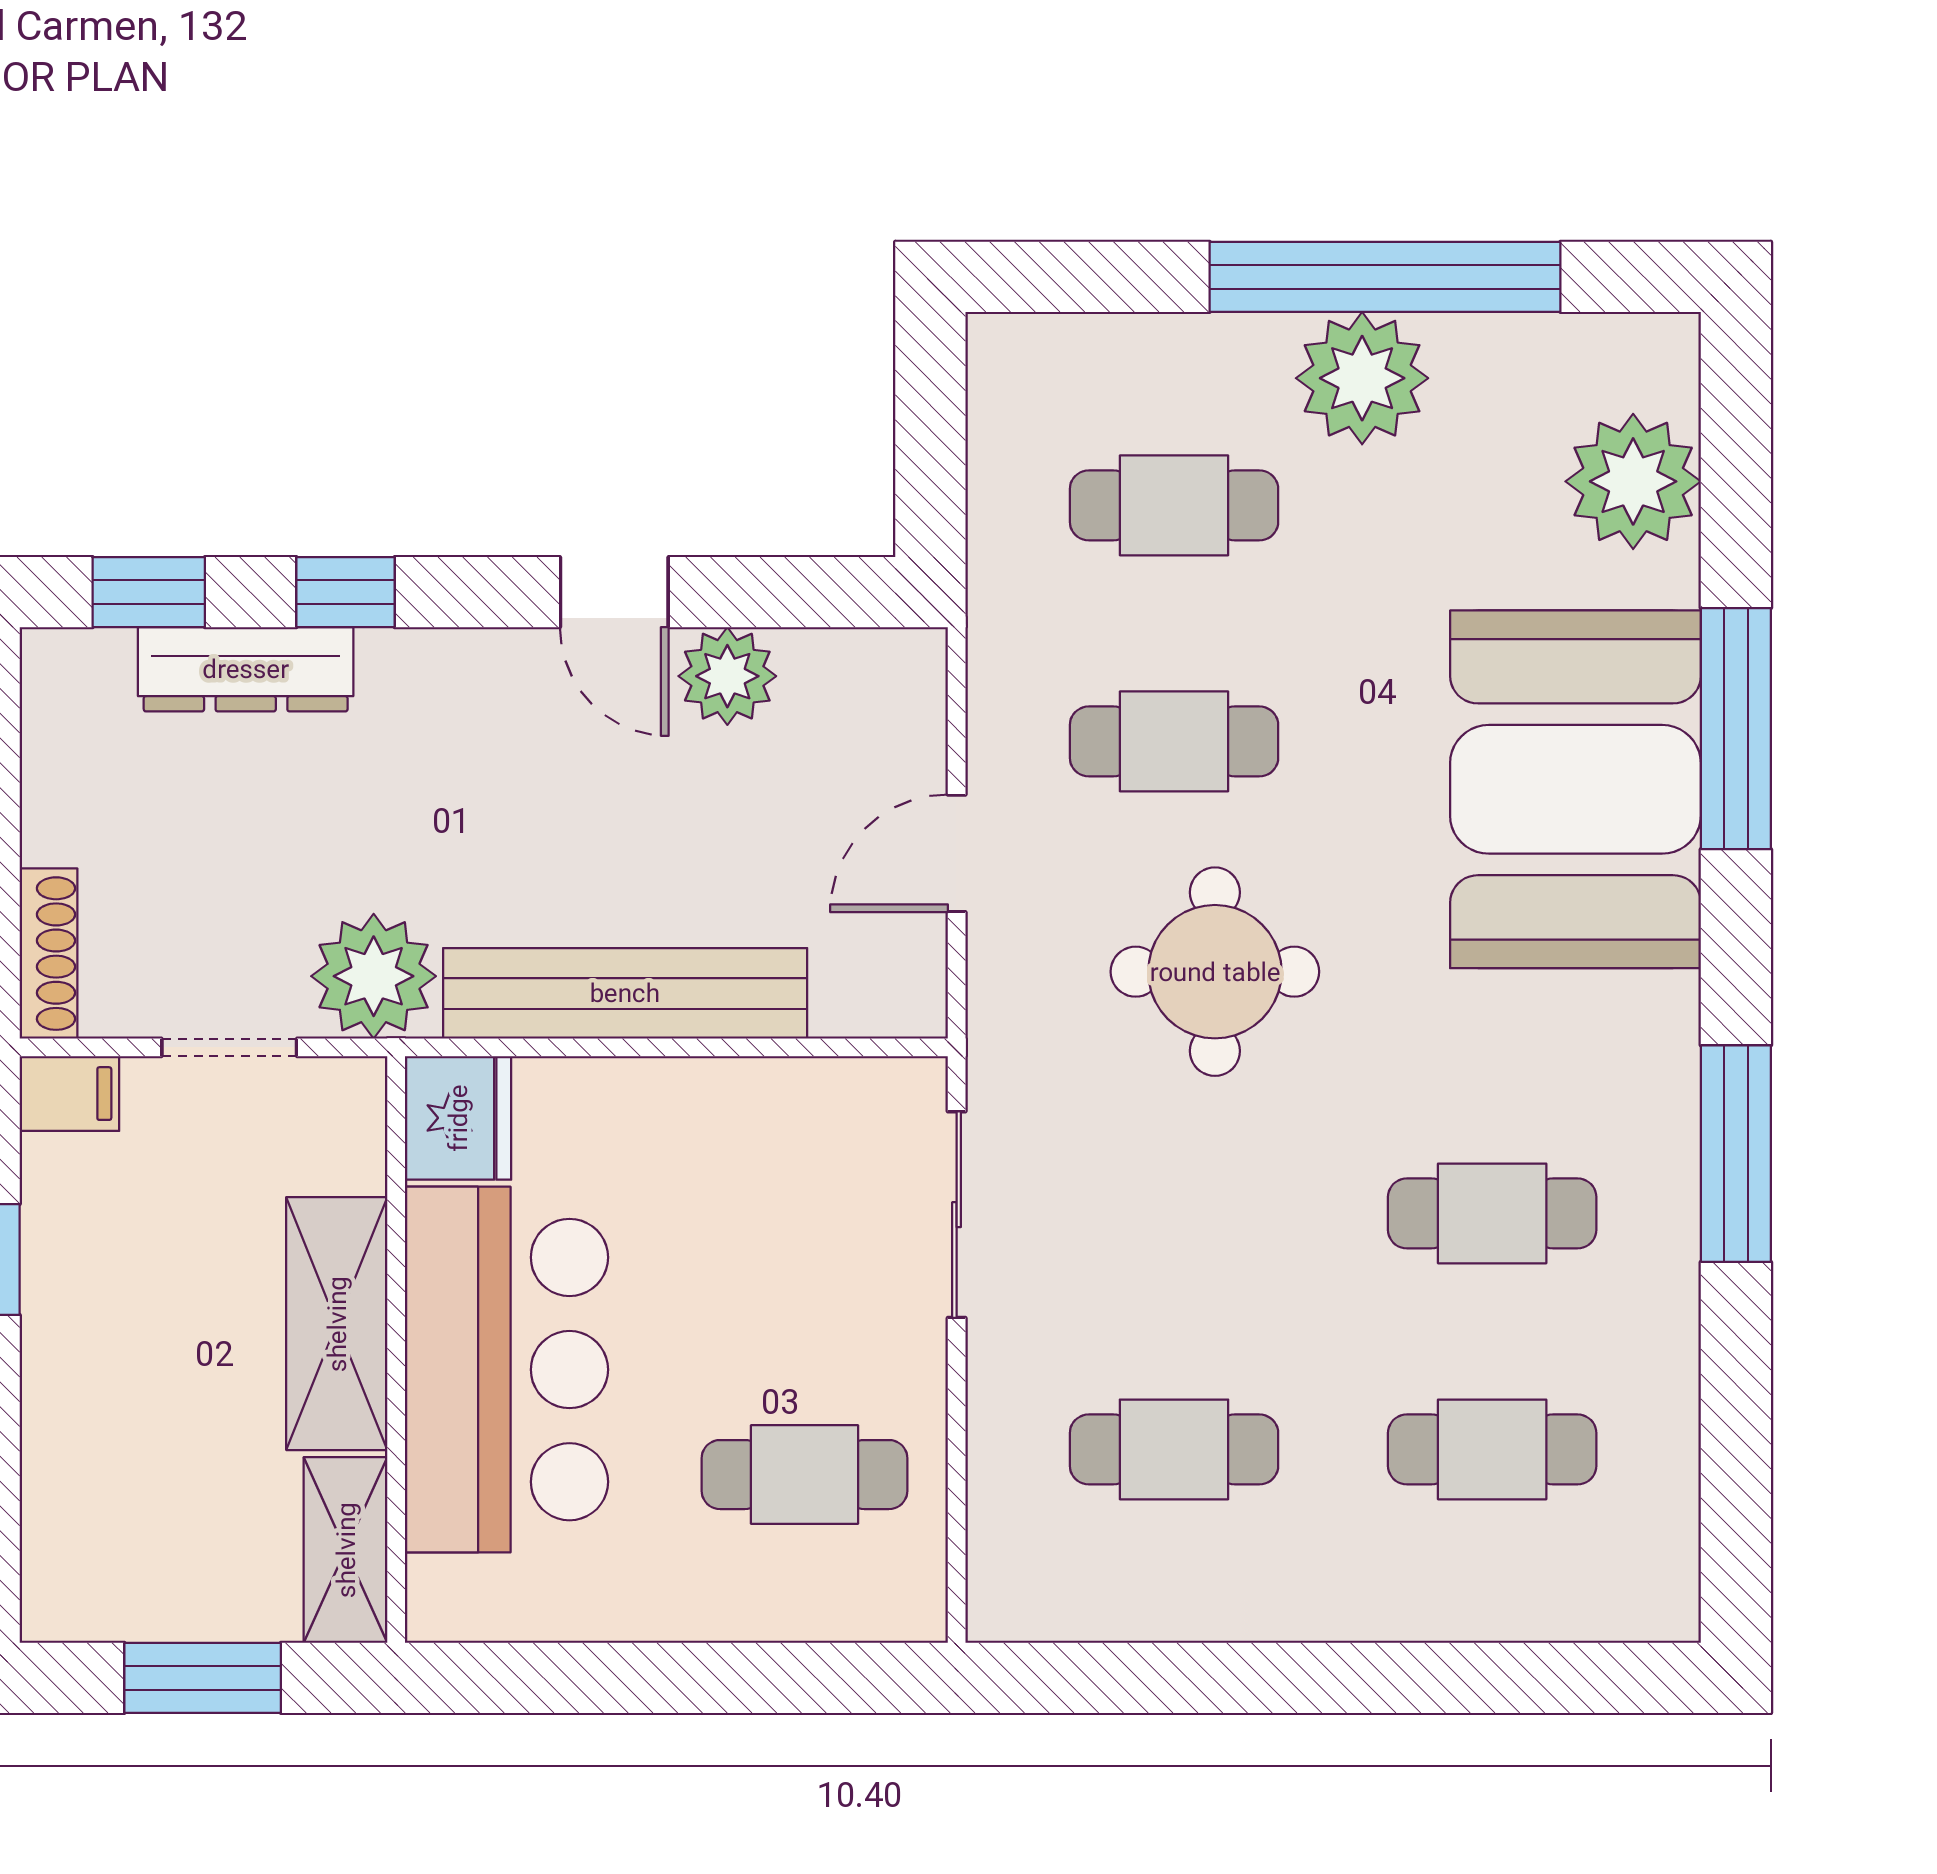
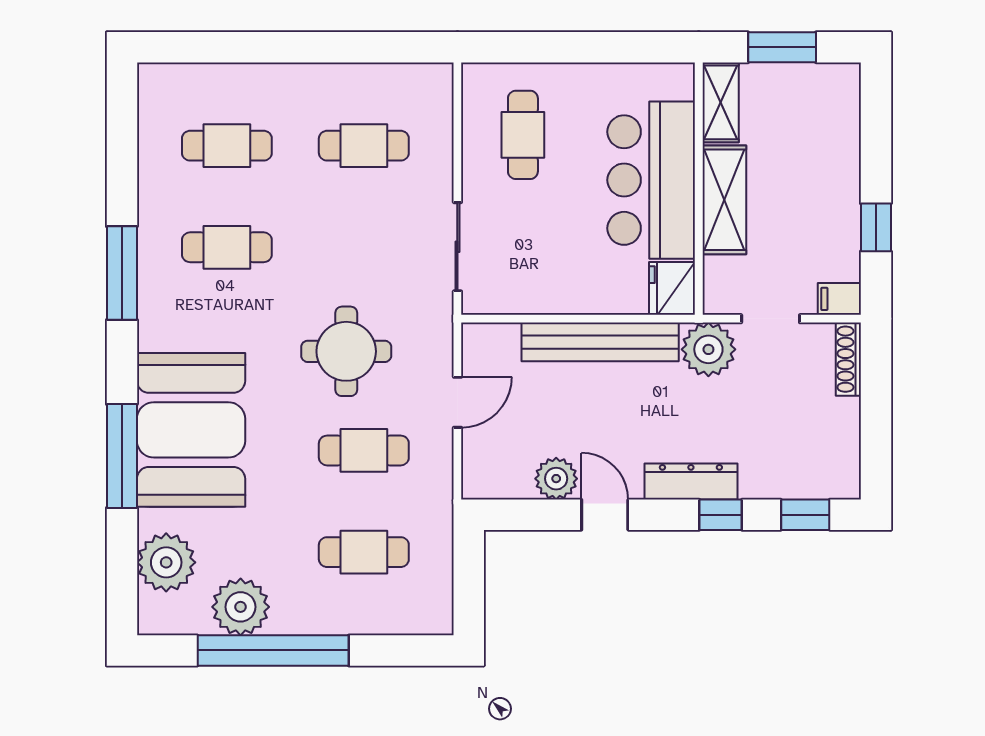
plant: (1362, 378) -> (241, 607), moved
dresser: (246, 669) -> (691, 482), moved
cafe table: (804, 1475) -> (523, 135), turned 90

